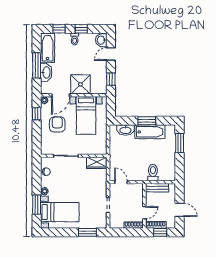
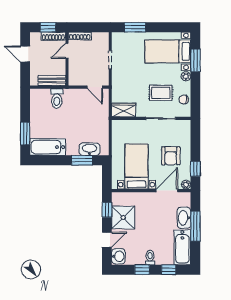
shower: (80, 84) -> (123, 218), moved
window: (147, 121) -> (82, 160), moved
bathtub: (150, 132) -> (48, 147), moved
rug: (66, 177) -> (161, 93), added

